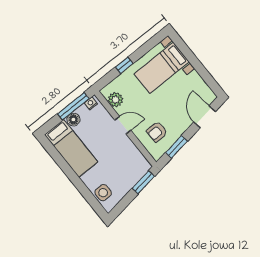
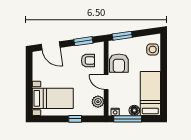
door: (205, 117) -> (51, 46), hinge flipped
armchair: (125, 153) -> (119, 63), added

